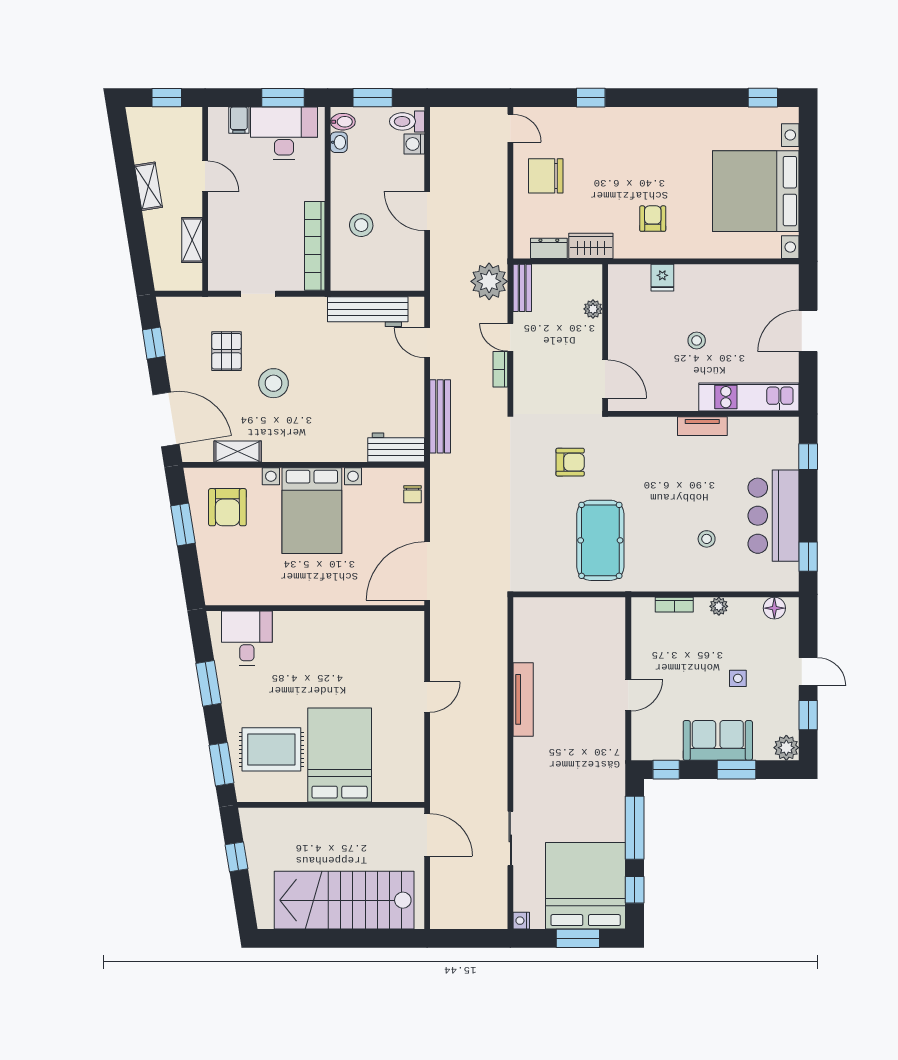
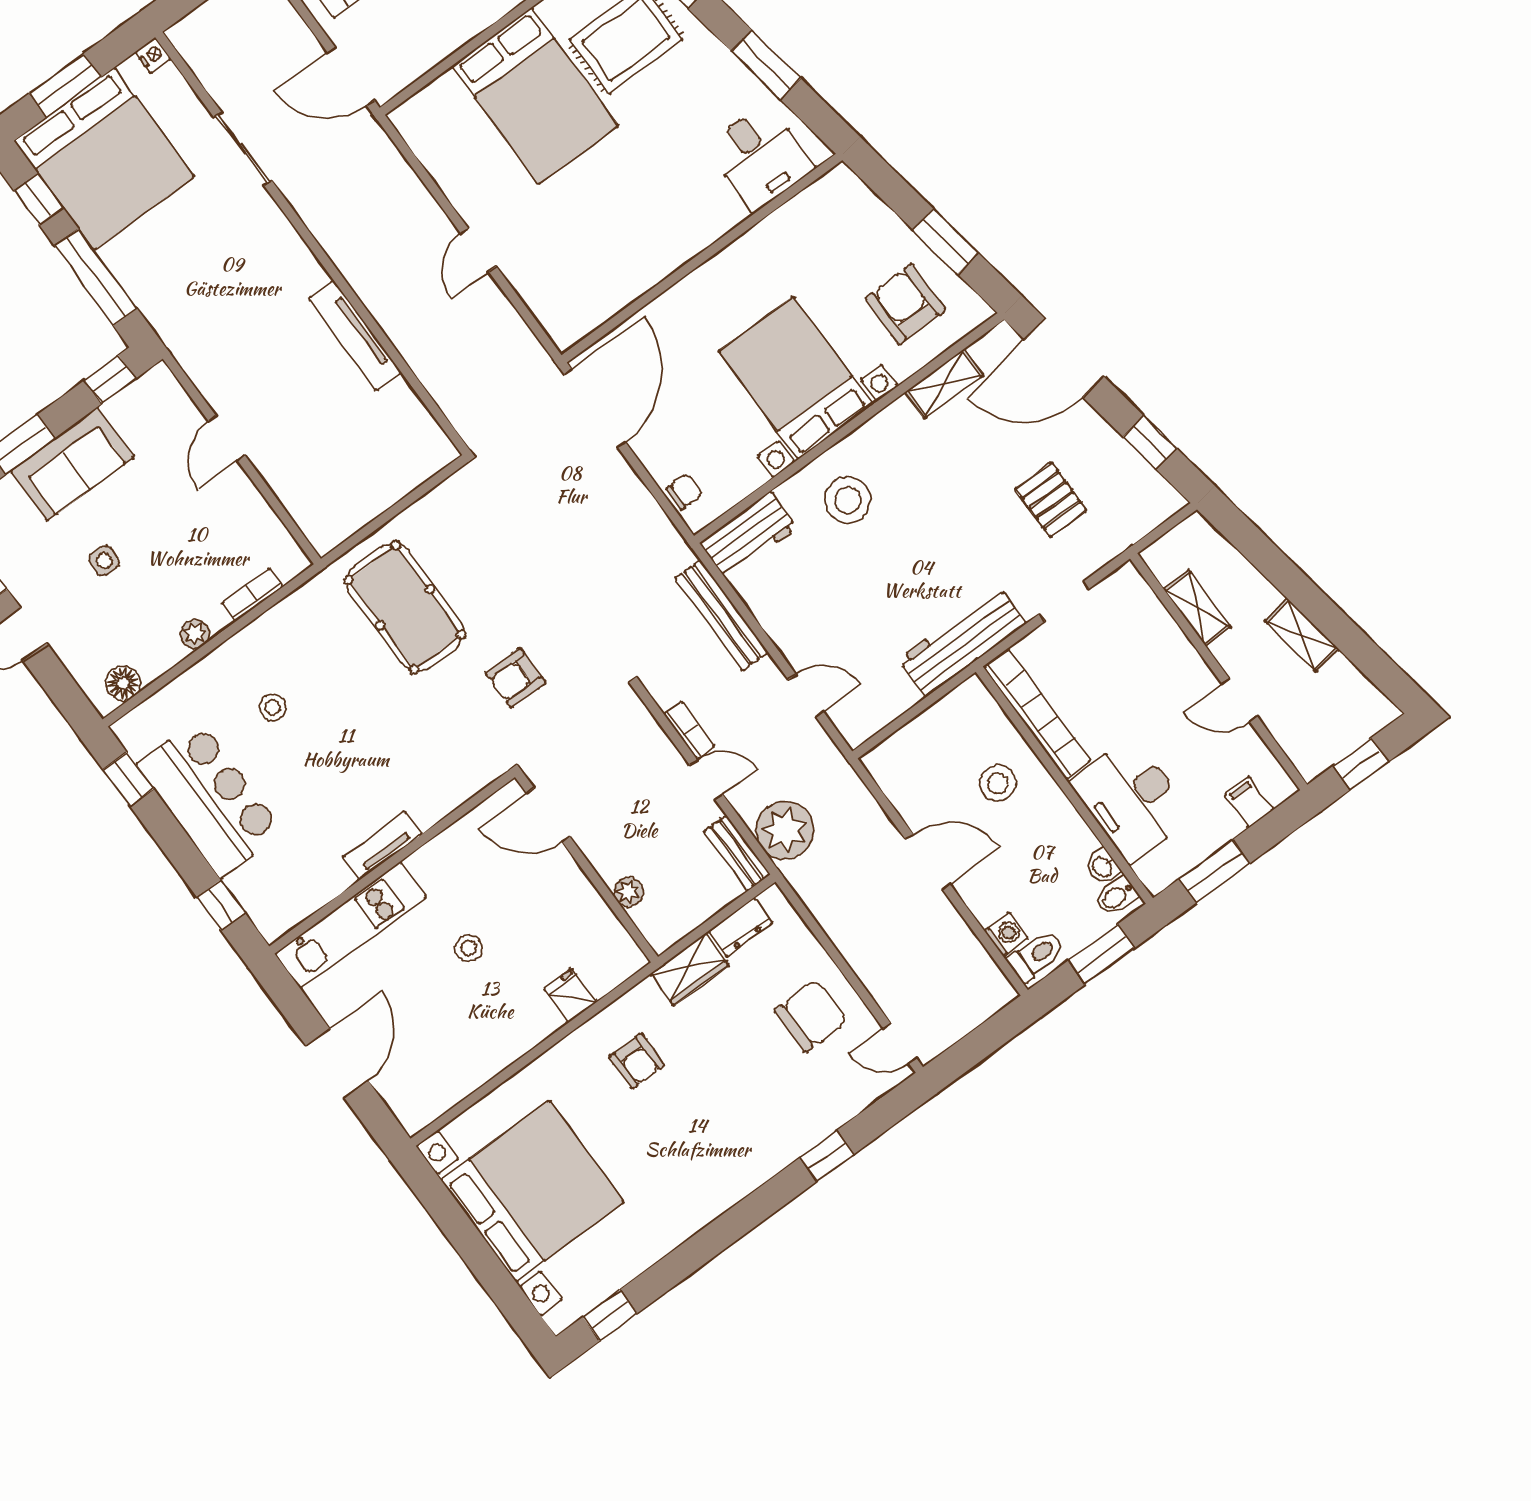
desk: (284, 133) -> (1131, 799), moved, turned 90
workbench: (368, 312) -> (962, 642), moved
stool: (273, 383) -> (848, 500), moved
chair: (412, 494) -> (684, 491), turned 90

